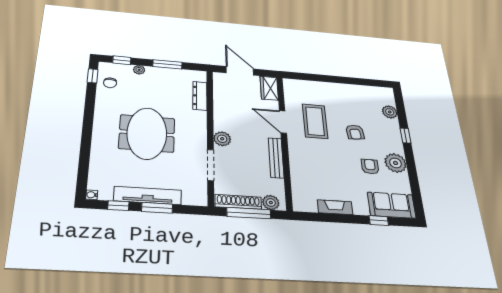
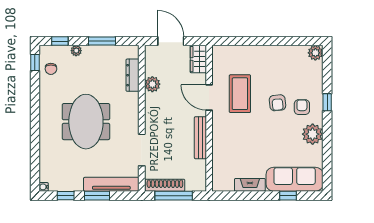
plant: (390, 112) -> (315, 53), moved
plant: (222, 139) -> (152, 84), moved
armchair: (370, 167) -> (302, 107), moved
tv unit: (148, 195) -> (111, 184), moved
plant: (271, 203) -> (193, 184), removed
sofa: (392, 205) -> (295, 179), width x1.36

